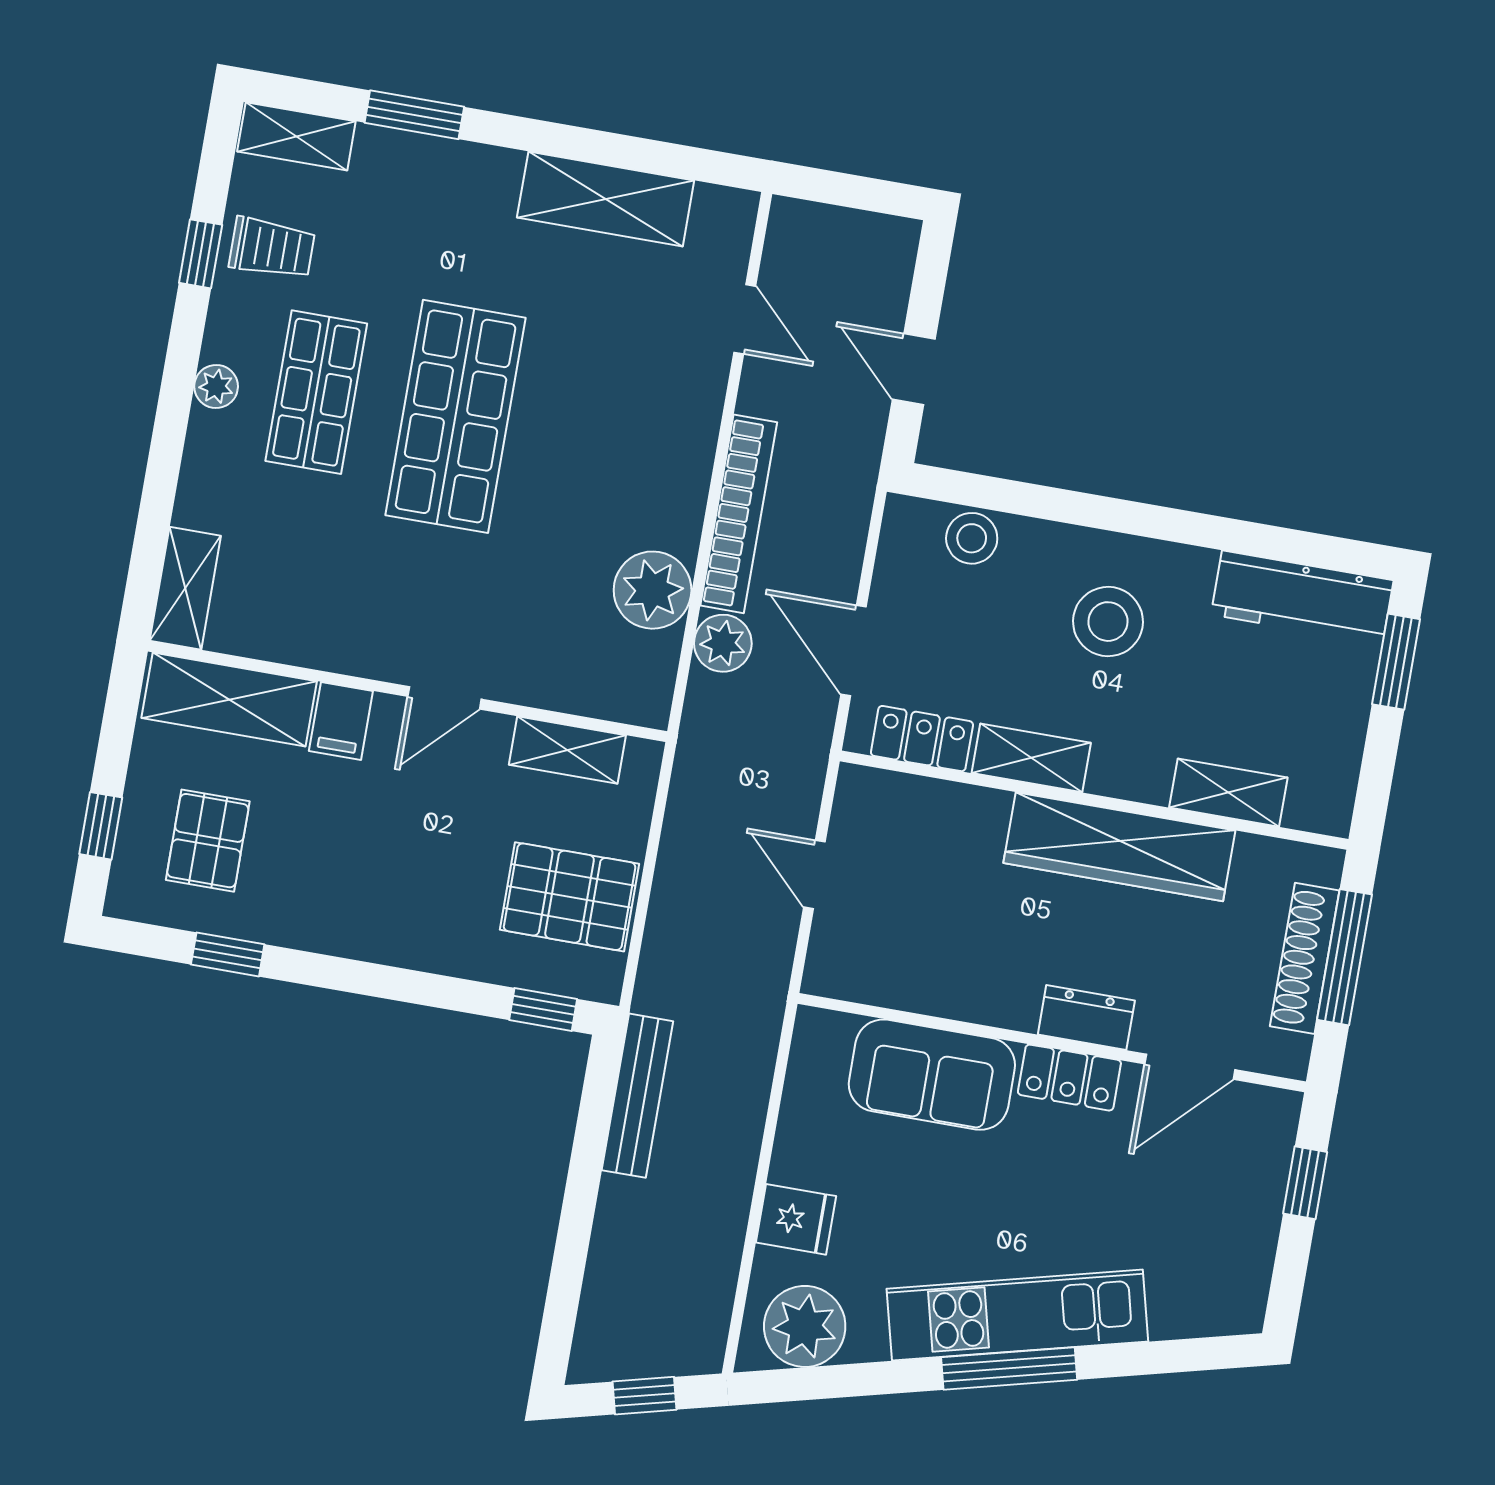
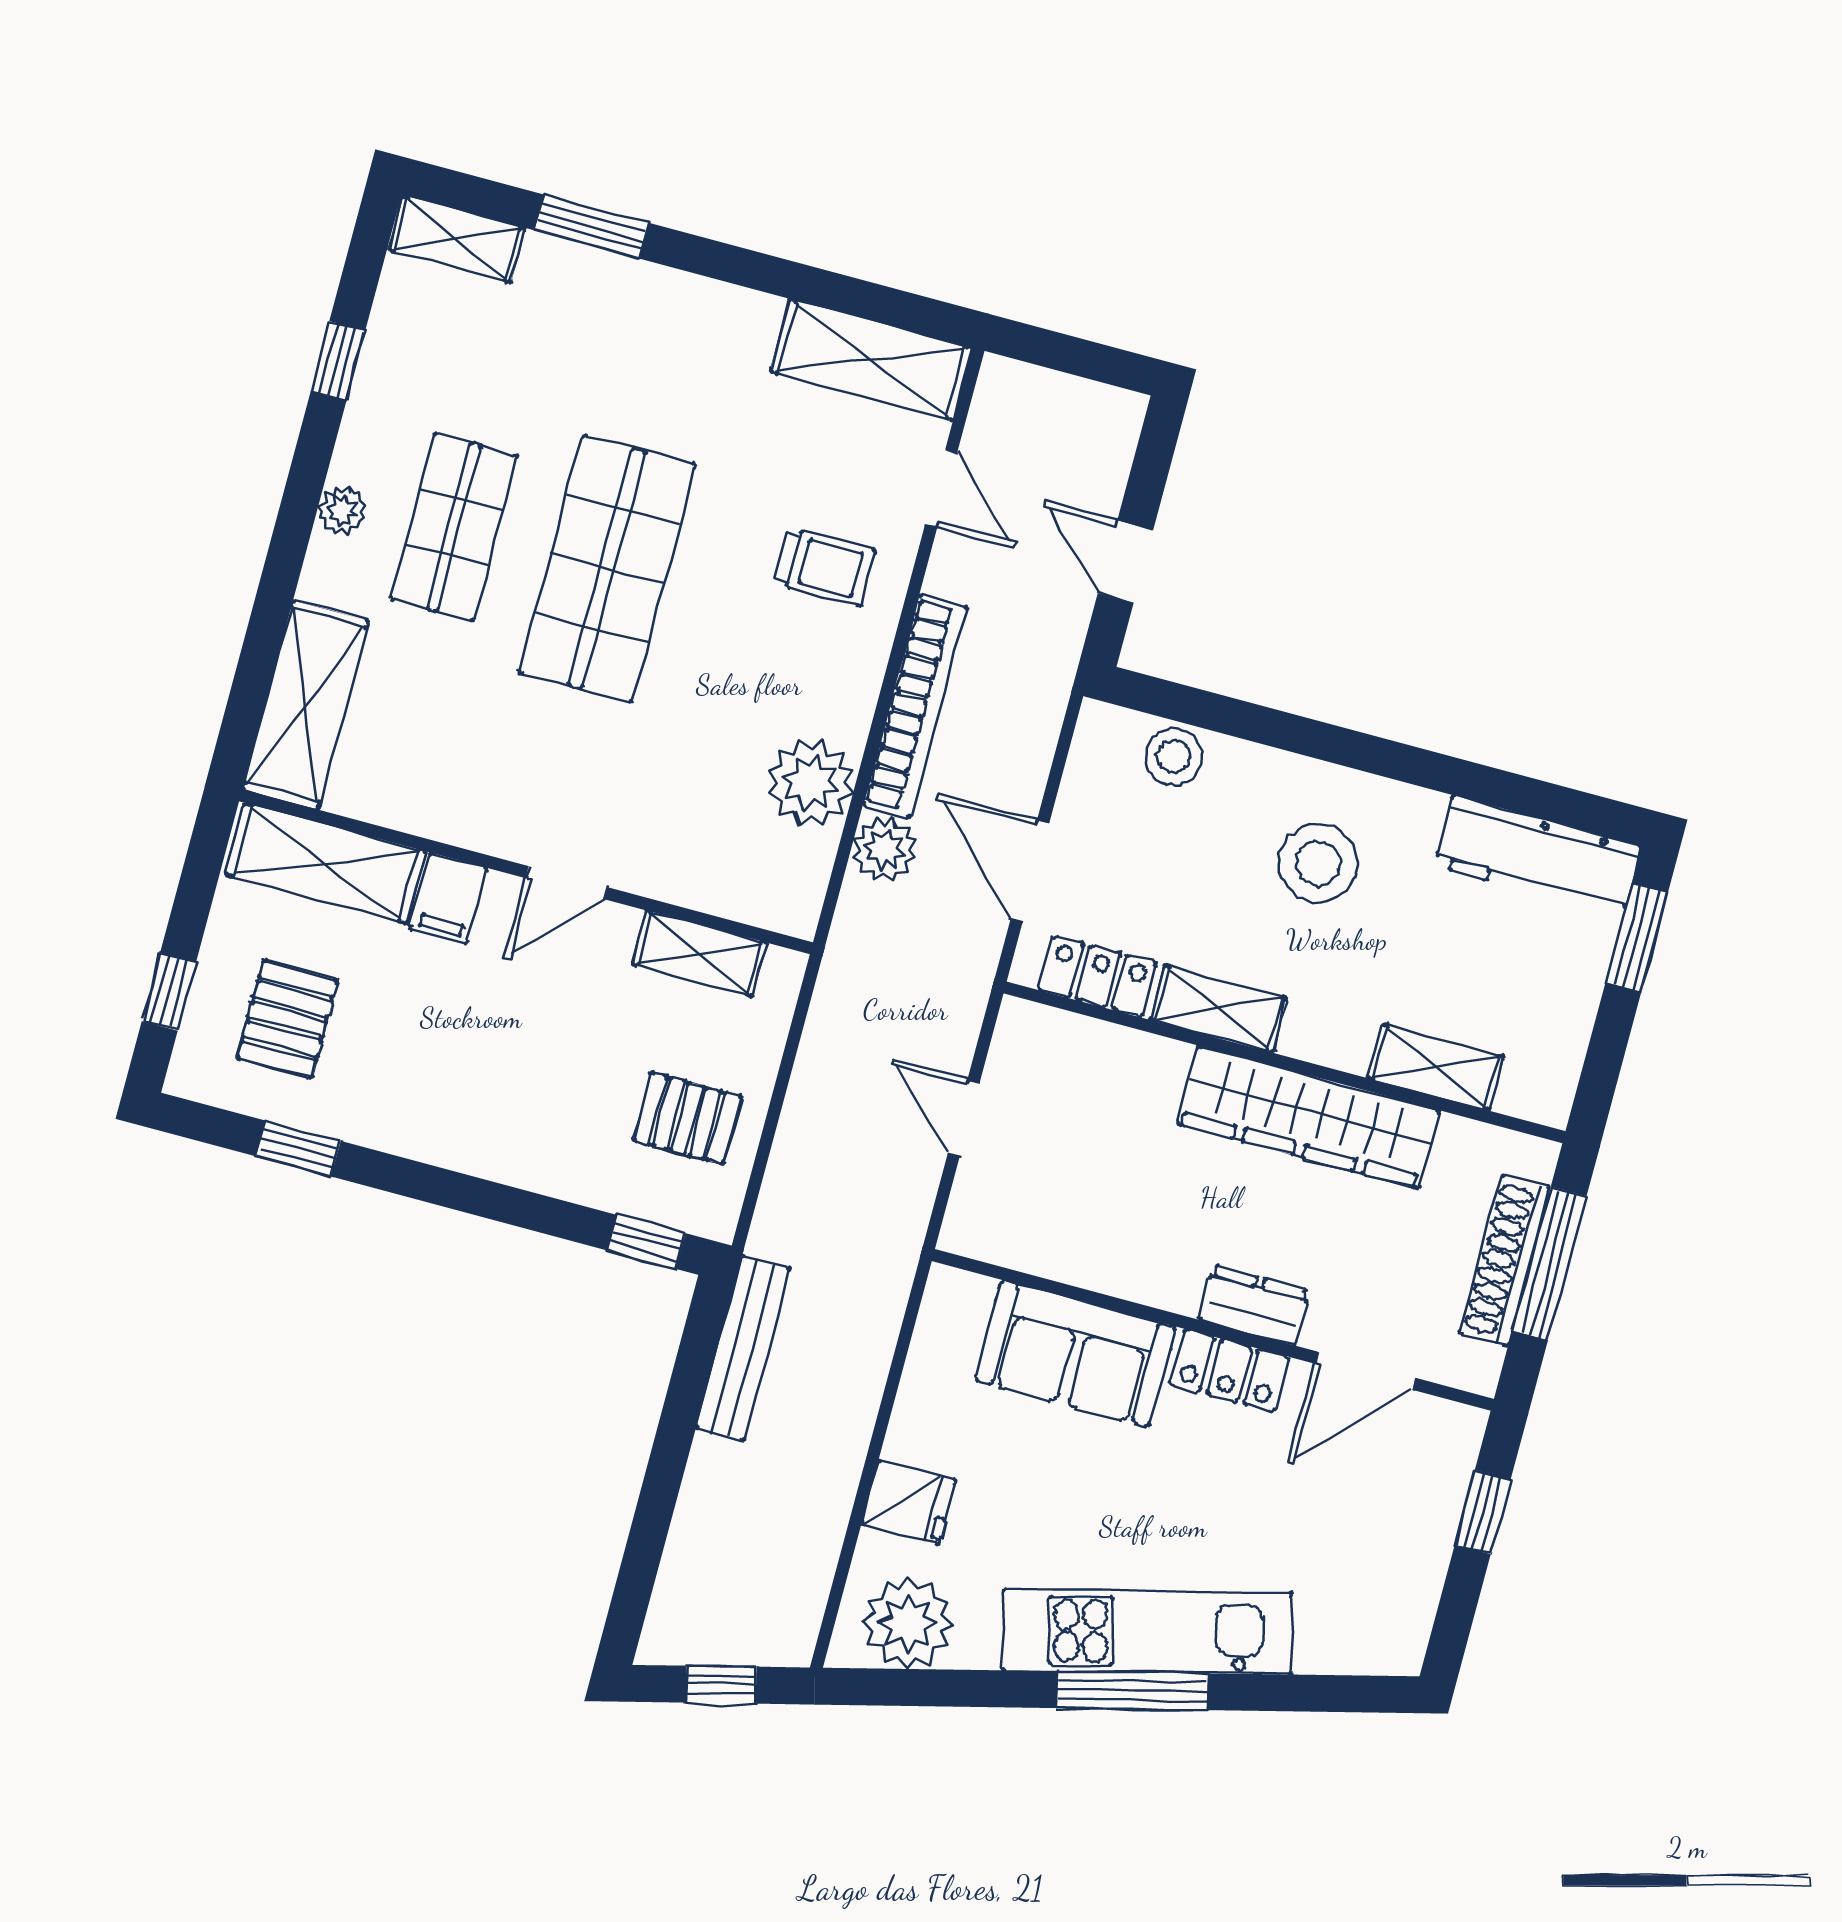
shelving: (606, 199) -> (871, 360), moved
trolley: (272, 248) -> (825, 567), moved
shelving: (185, 588) -> (305, 705), width x1.50, depth x1.33
pallet: (570, 897) -> (687, 1118), width x0.67, depth x0.71

